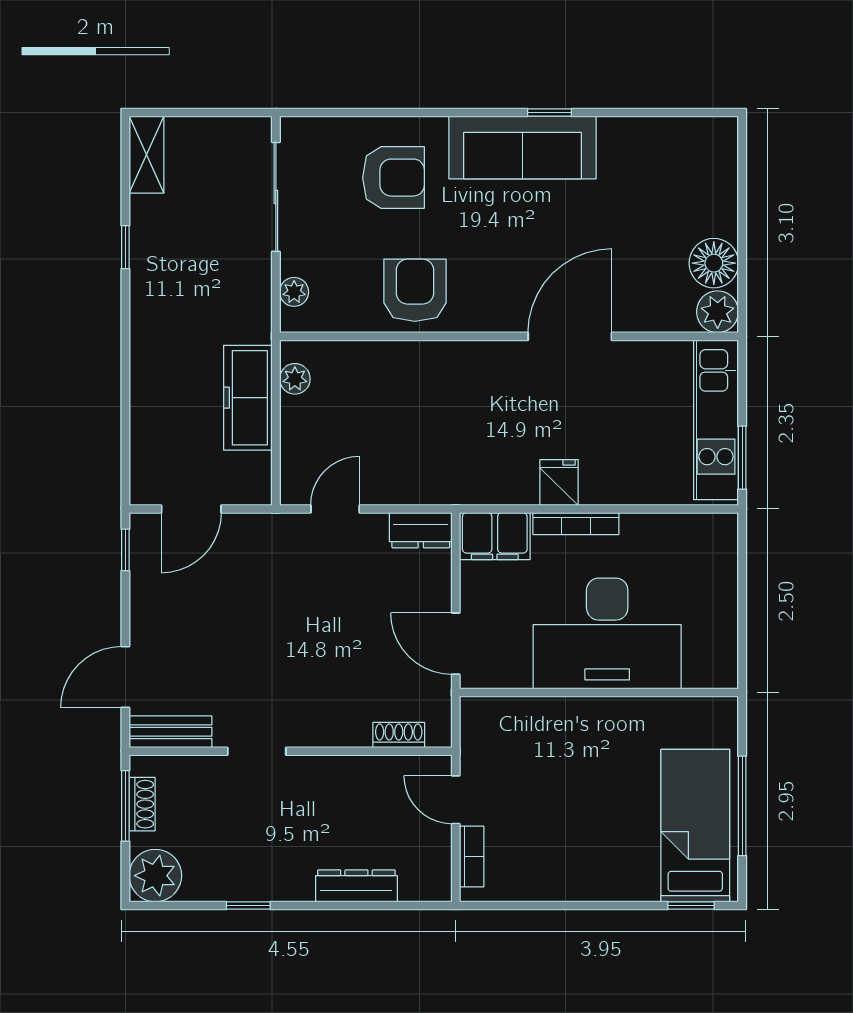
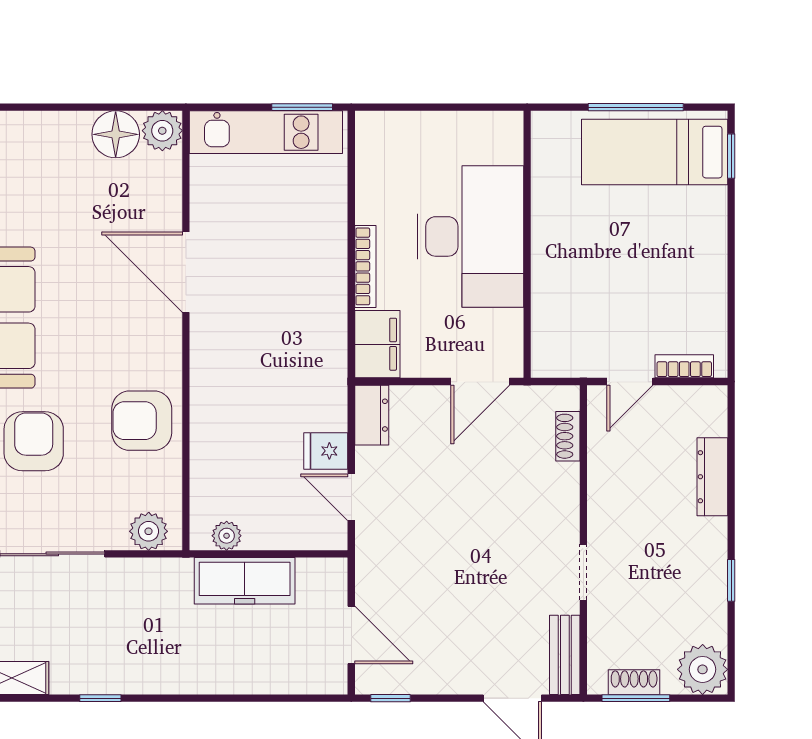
plant: (294, 292) -> (149, 531), width x1.38, depth x1.38
fridge: (559, 482) -> (326, 451), moved

